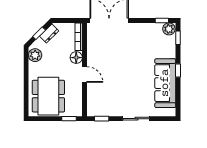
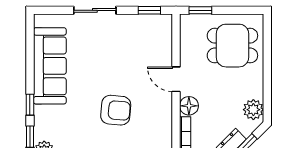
armchair: (123, 55) -> (116, 110), added
window: (178, 70) -> (30, 105), moved
dining table: (48, 96) -> (232, 46), width x0.73

